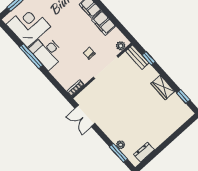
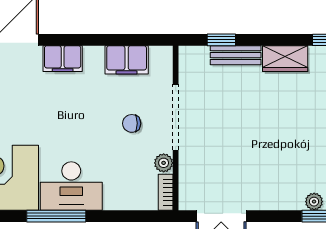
filing cabinet: (104, 23) -> (127, 60), moved
plant: (121, 46) -> (164, 163), moved
bench: (137, 57) -> (236, 55), moved

